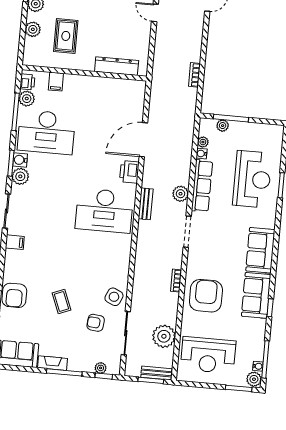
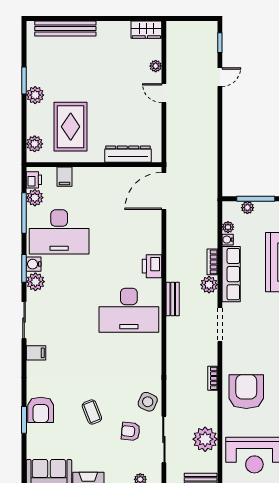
plant: (33, 29) -> (35, 144), moved
rug: (66, 36) -> (71, 127), width x1.36, depth x1.43
bookcase: (194, 75) -> (212, 262), moved
door: (143, 140) -> (164, 191), moved

